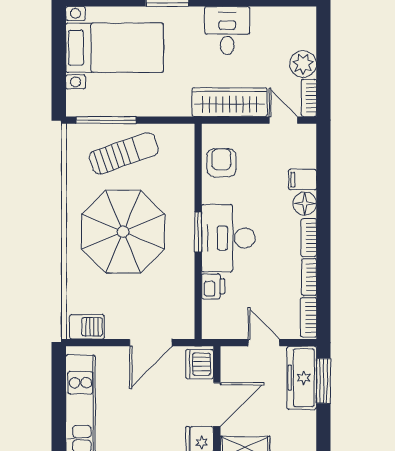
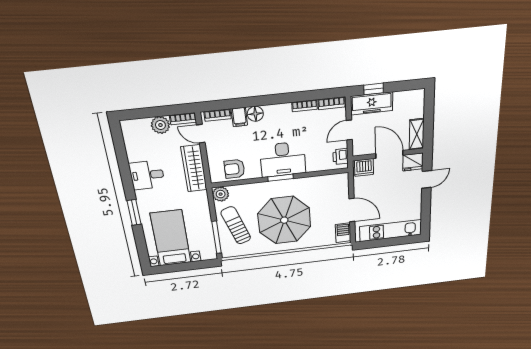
door: (283, 120) -> (201, 134), hinge flipped
plant: (182, 136) -> (221, 194), added
bookcase: (309, 238) -> (218, 115), moved
printer: (213, 286) -> (341, 156), moved, turned -90
door: (151, 343) -> (352, 210), moved
window: (323, 381) -> (374, 89), width x0.67

